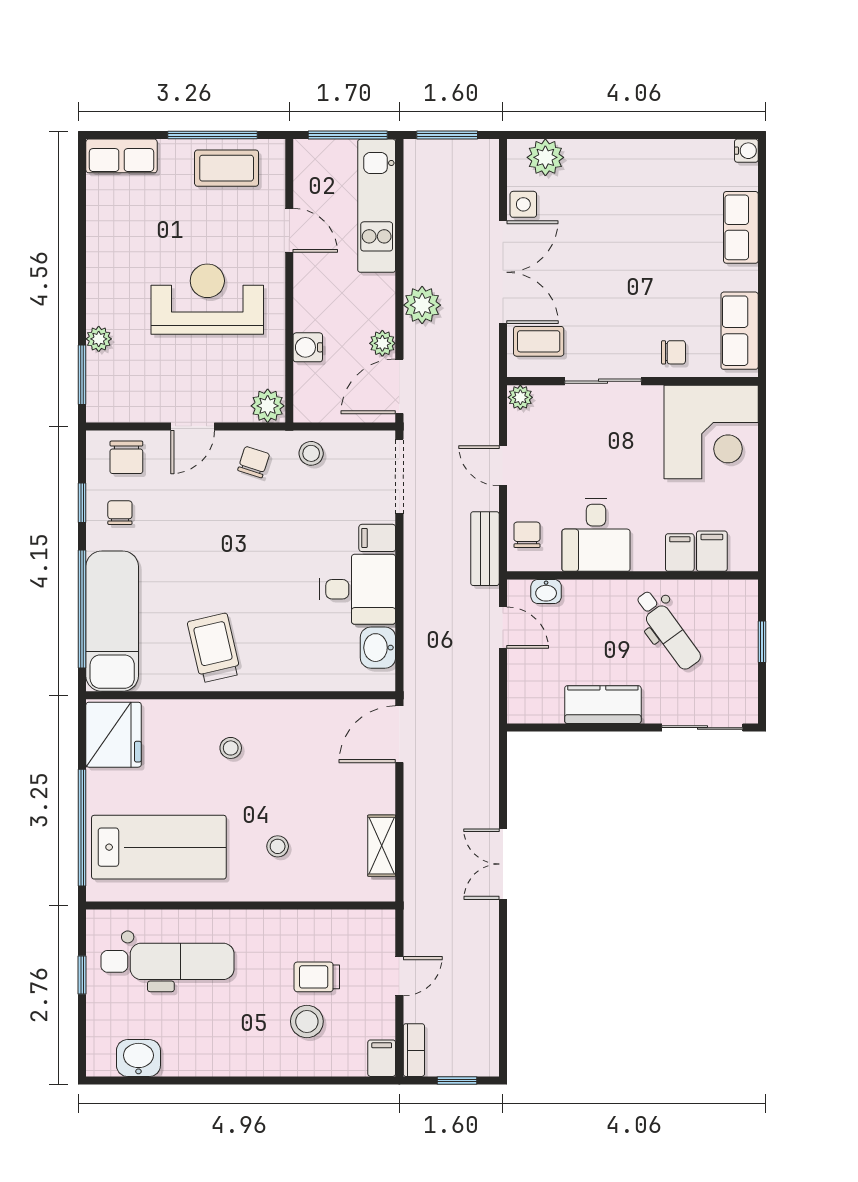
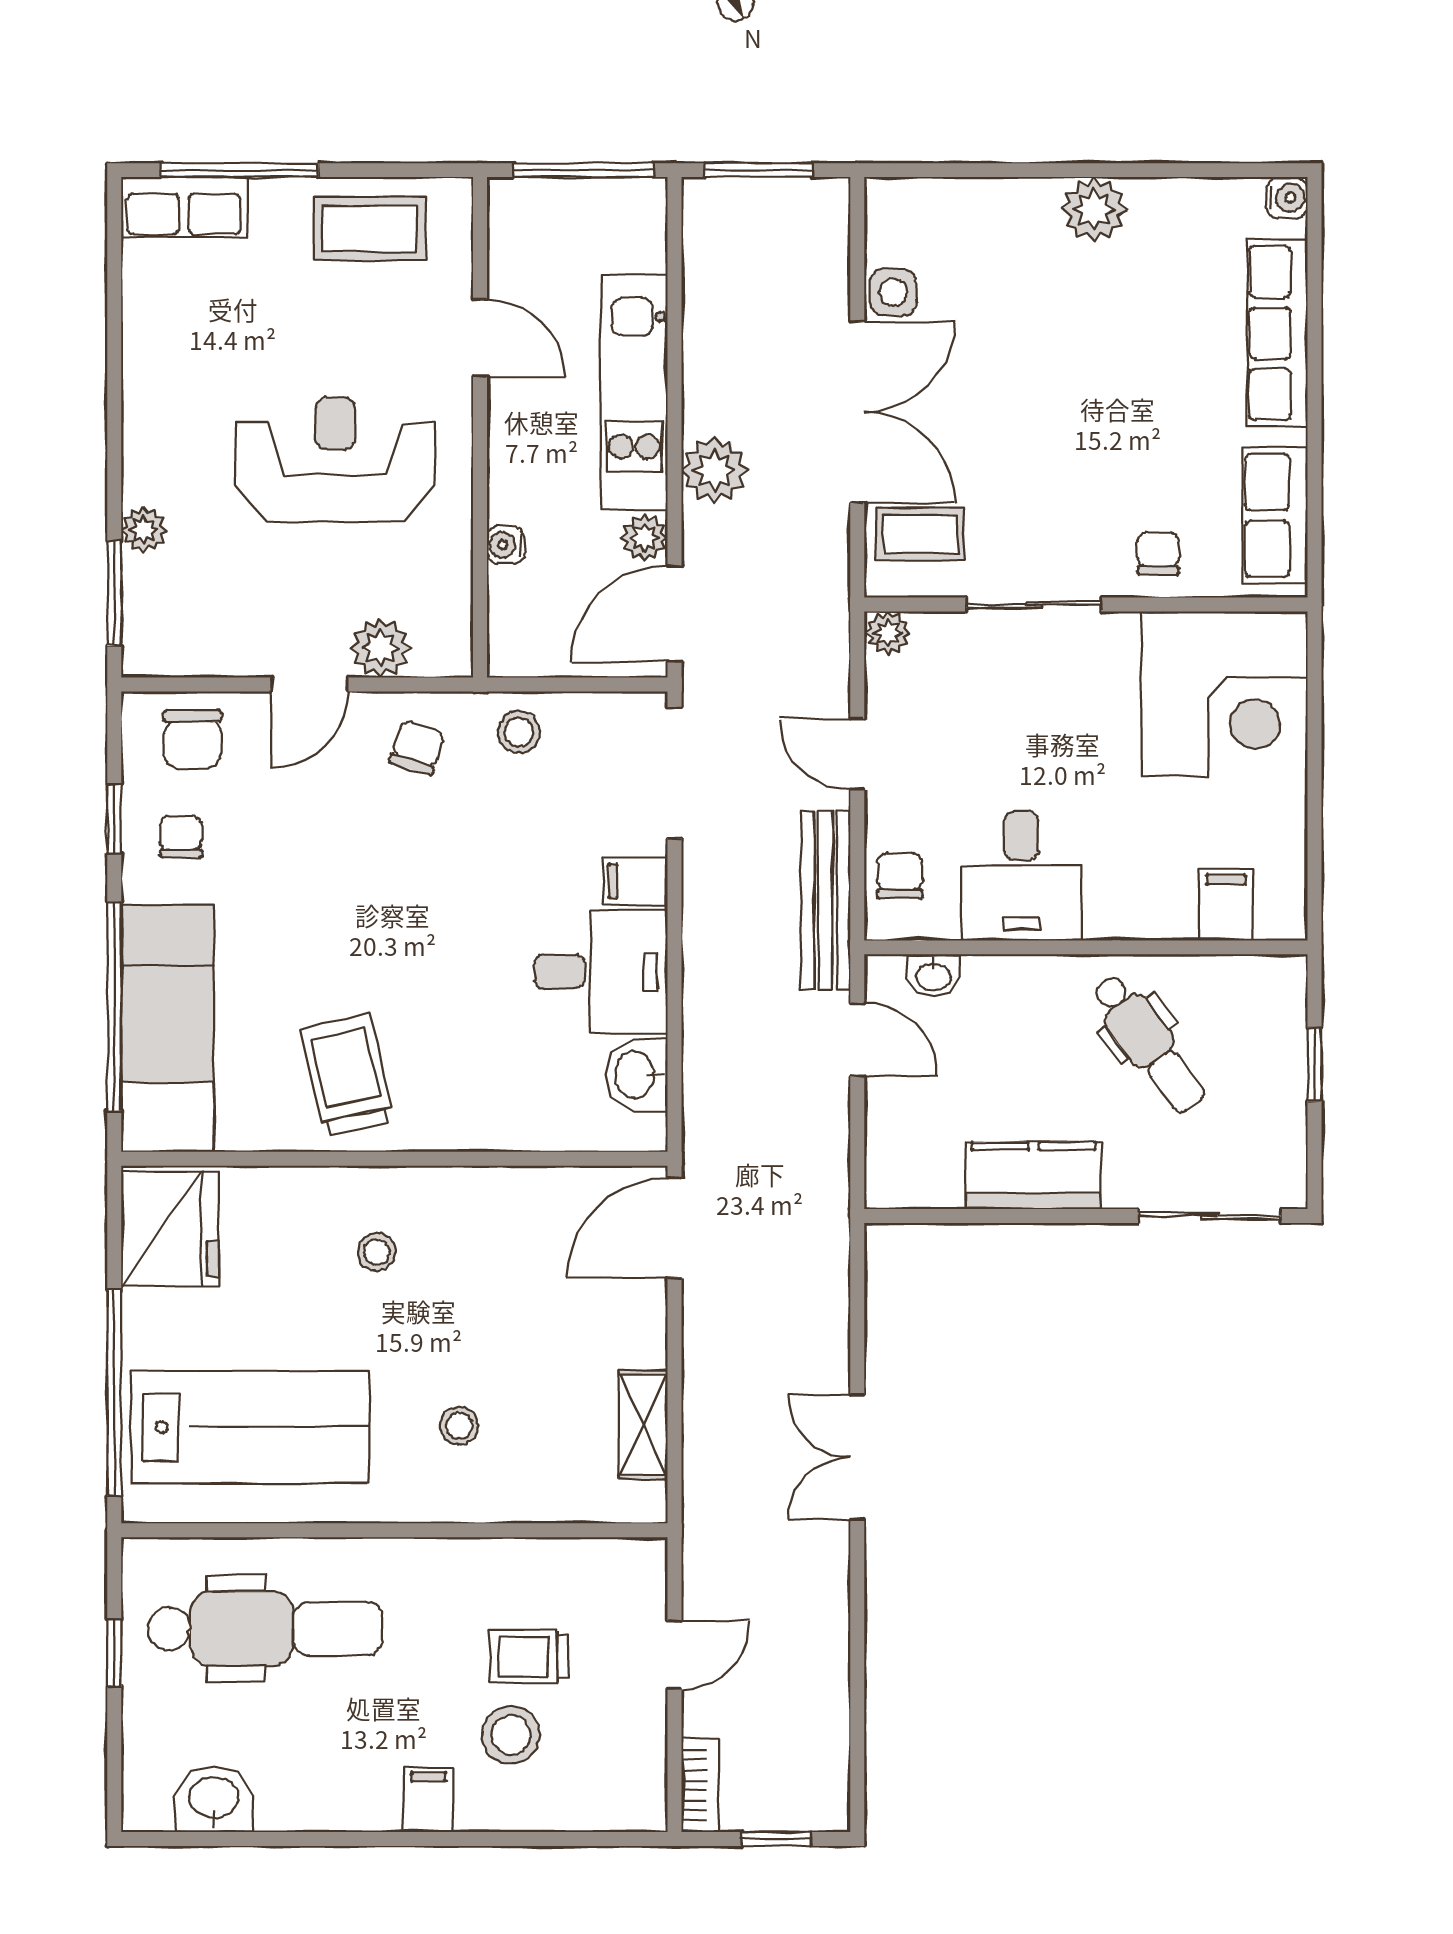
window: (212, 135) -> (239, 170), moved
plant: (545, 157) -> (1094, 210), moved
kitchen unit: (377, 206) -> (634, 392), moved
row of seats: (741, 227) -> (1277, 333), width x1.48
water cooler: (308, 347) -> (506, 545), width x0.72, depth x0.72
chair: (673, 352) -> (1158, 554), turned -90
plant: (268, 406) -> (380, 648), moved
bench: (485, 549) -> (825, 900), width x1.36
filing cabinet: (680, 553) -> (1169, 907), removed
filing cabinet: (382, 1058) -> (428, 1800), moved

